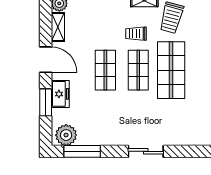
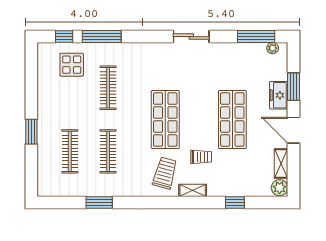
shop shelf: (105, 70) -> (232, 120), width x1.43, depth x1.36
shop shelf: (138, 70) -> (199, 120), removed
plant: (66, 135) -> (273, 48), width x0.53, depth x0.53

